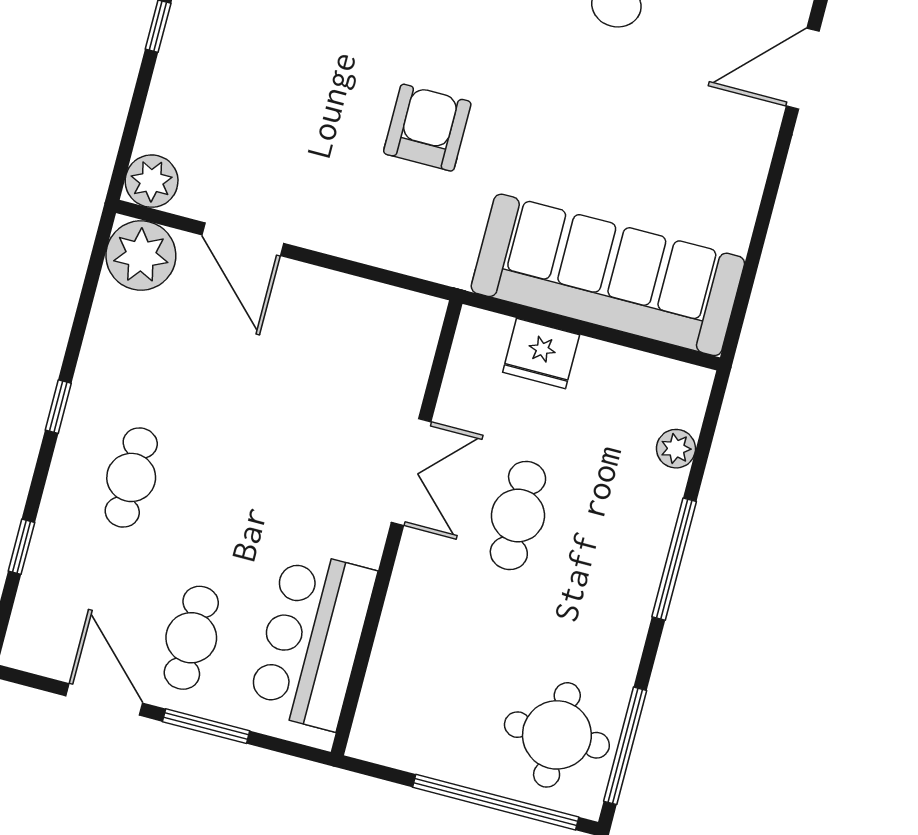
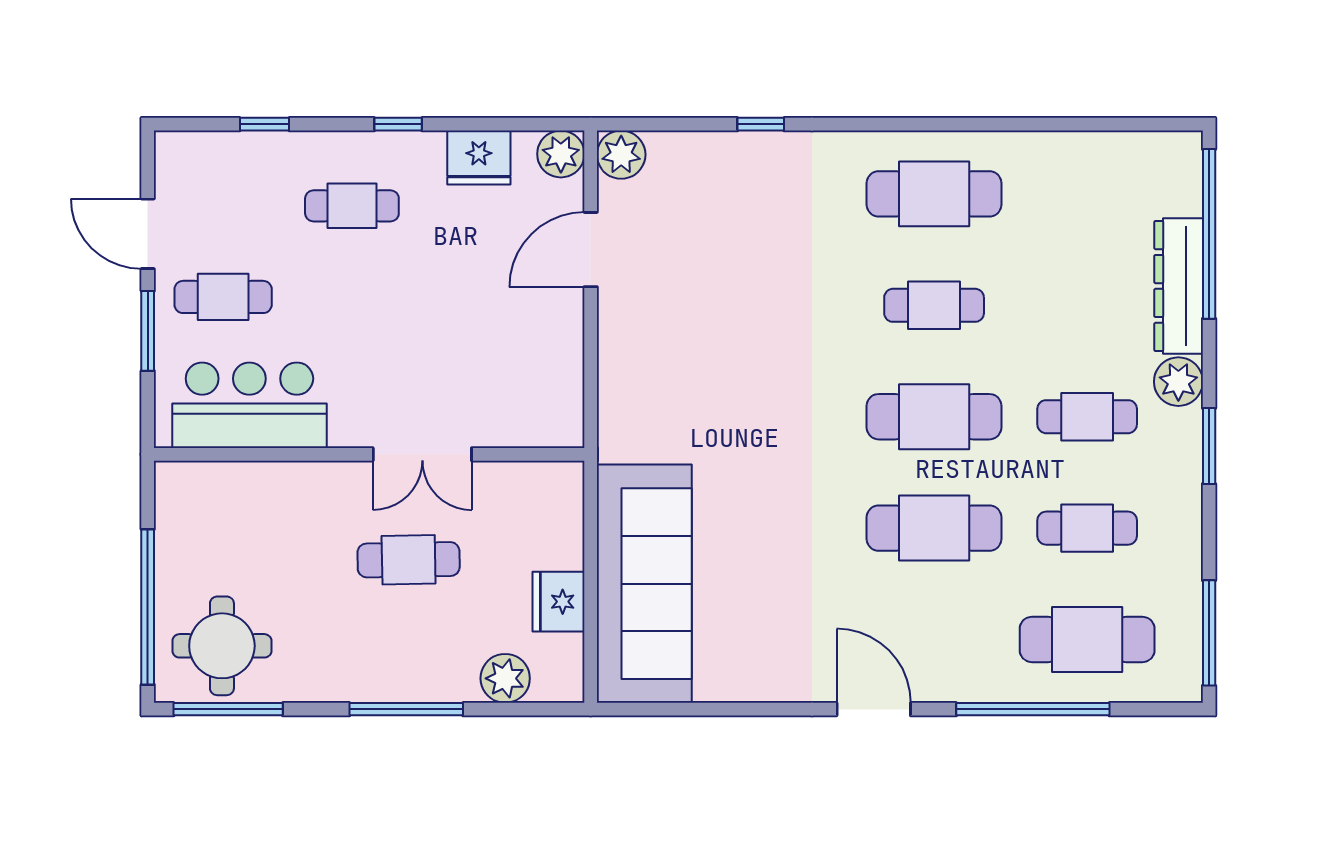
armchair: (427, 128) -> (733, 388), removed
plant: (141, 256) -> (561, 154), width x0.73, depth x0.73
fridge: (115, 331) -> (479, 158), added
fridge: (541, 353) -> (559, 602), moved
plant: (676, 449) -> (505, 678), width x1.38, depth x1.38
door: (104, 699) -> (148, 234), swing flipped

